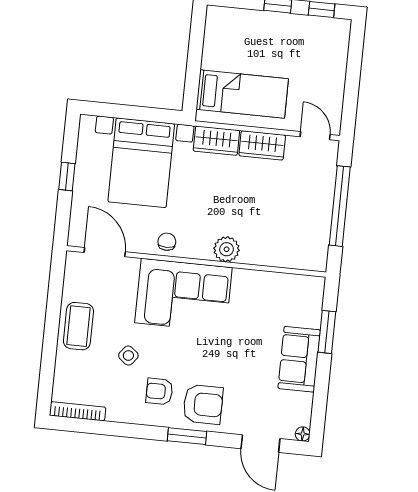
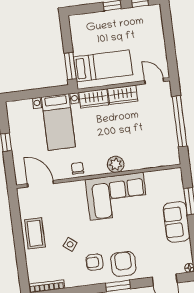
window: (192, 83) -> (70, 66), added
bed with nightstands: (141, 163) -> (58, 122), width x0.73
corner sofa: (183, 295) -> (117, 196), moved
armchair: (203, 404) -> (123, 264), turned -90

